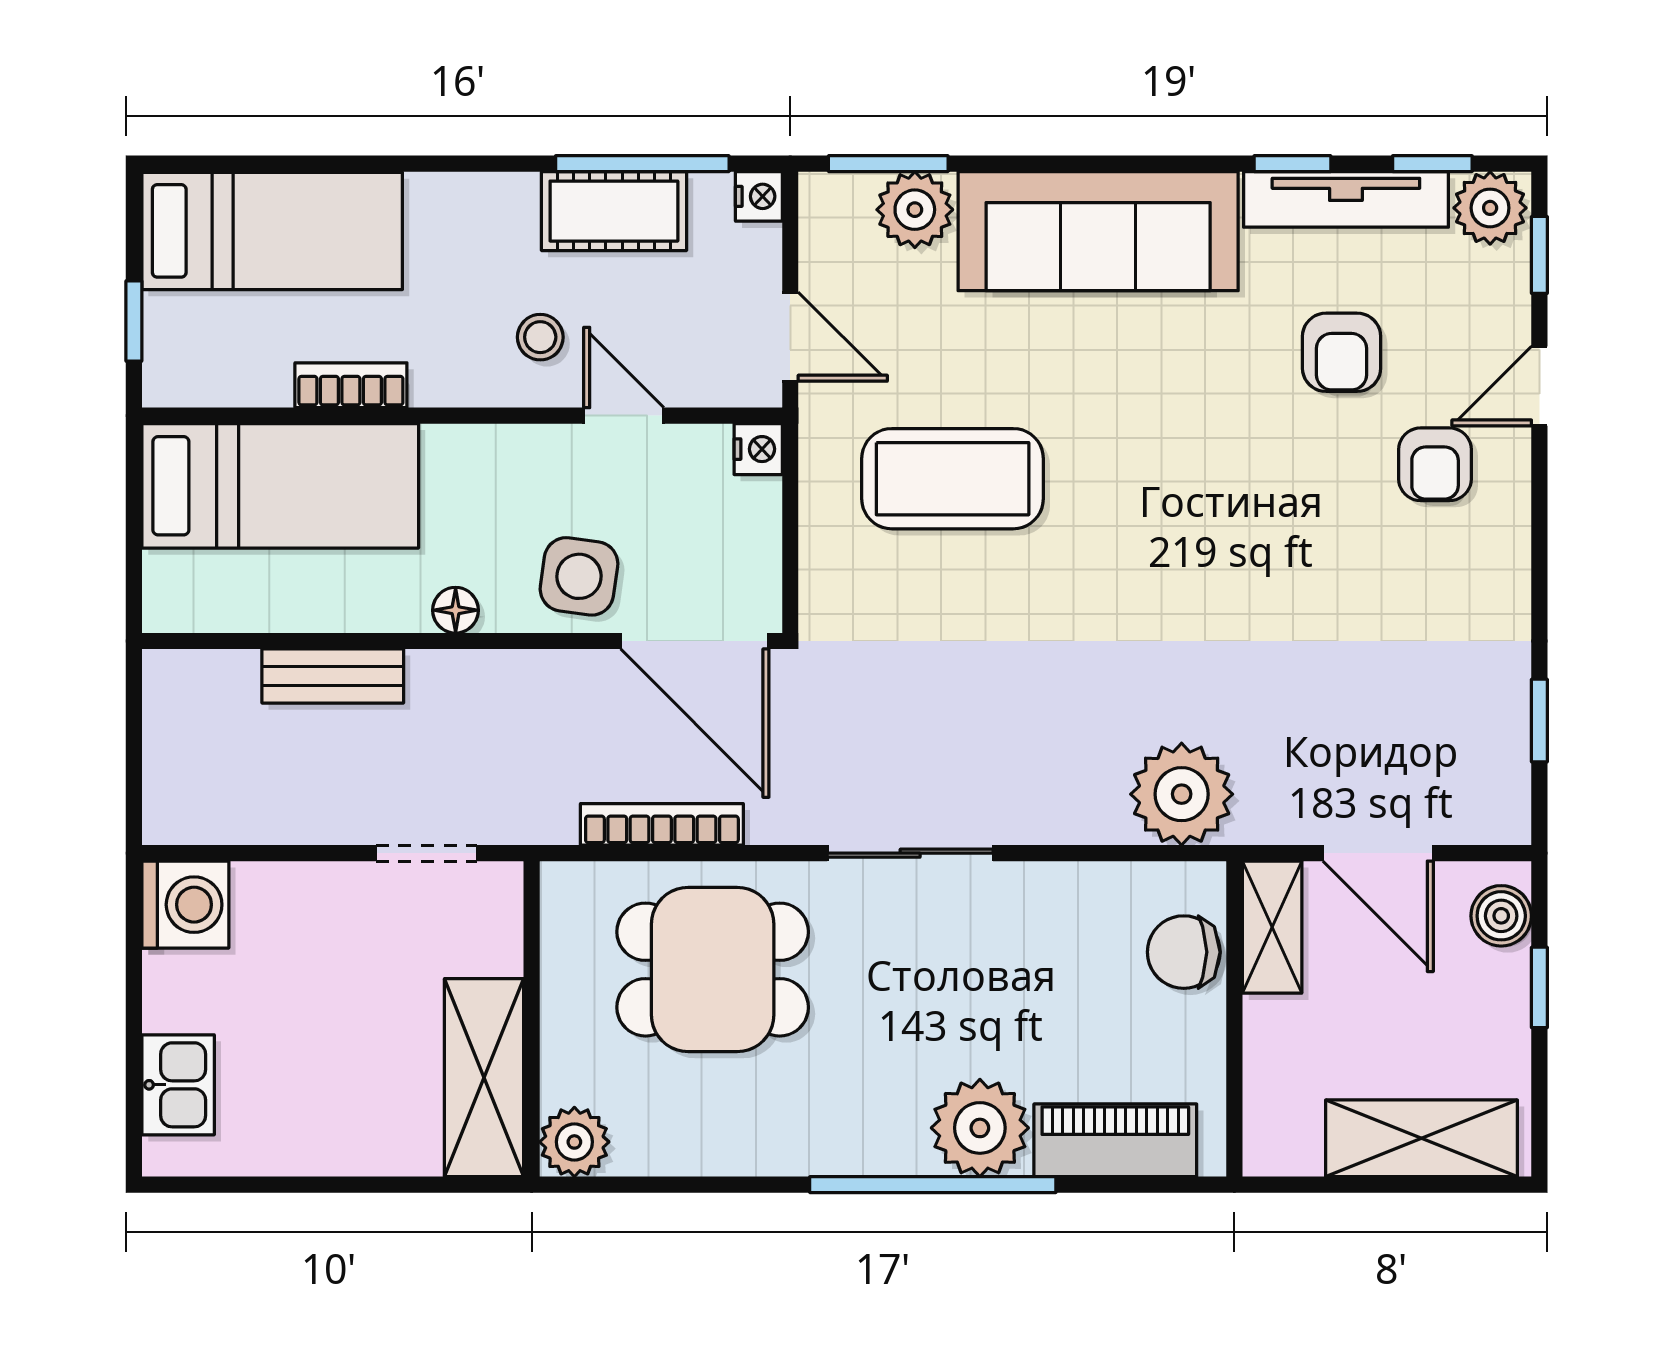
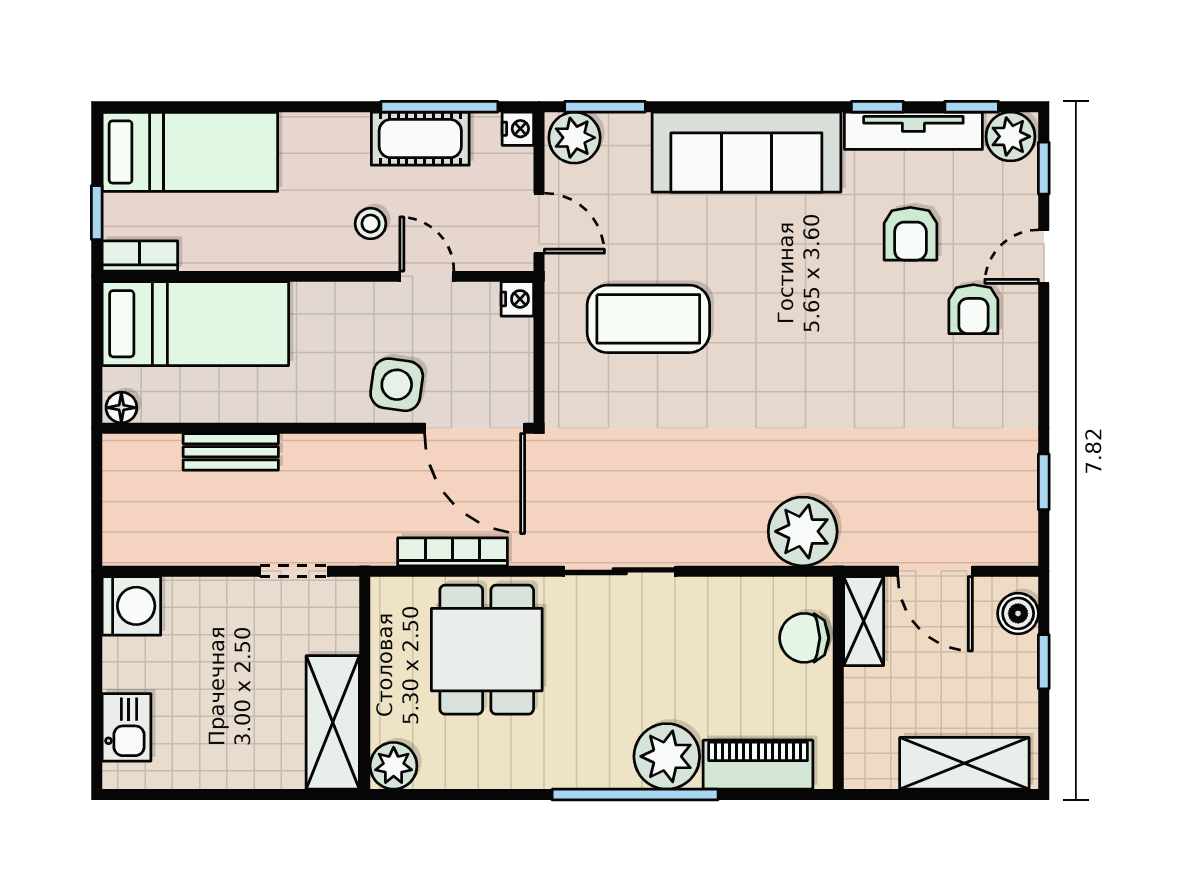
plant: (915, 210) -> (574, 138), moved
bookcase: (351, 385) -> (140, 256), moved
floor lamp: (456, 610) -> (121, 408), moved
dining table: (713, 970) -> (487, 650), turned 90

